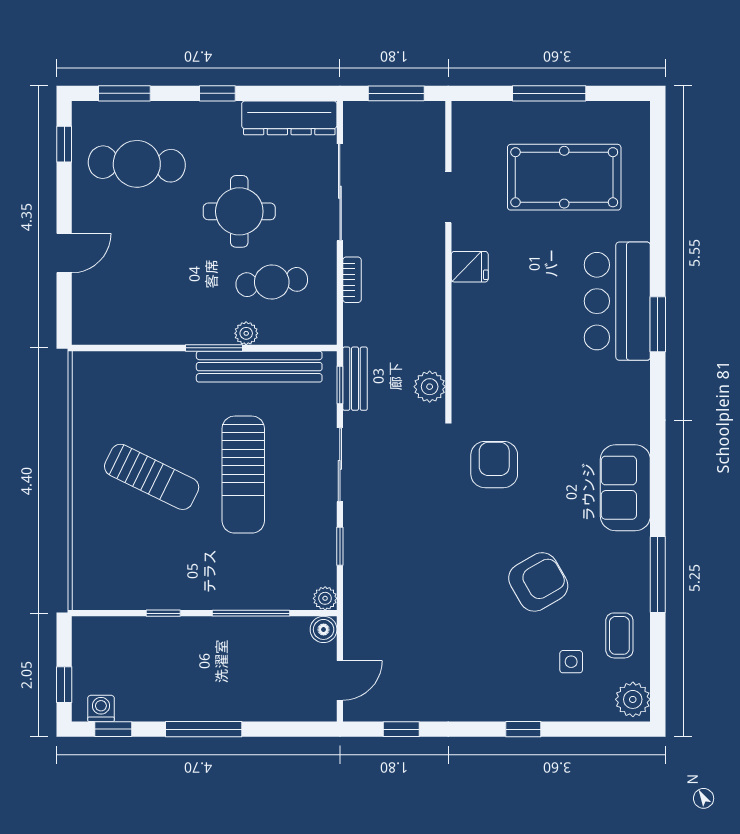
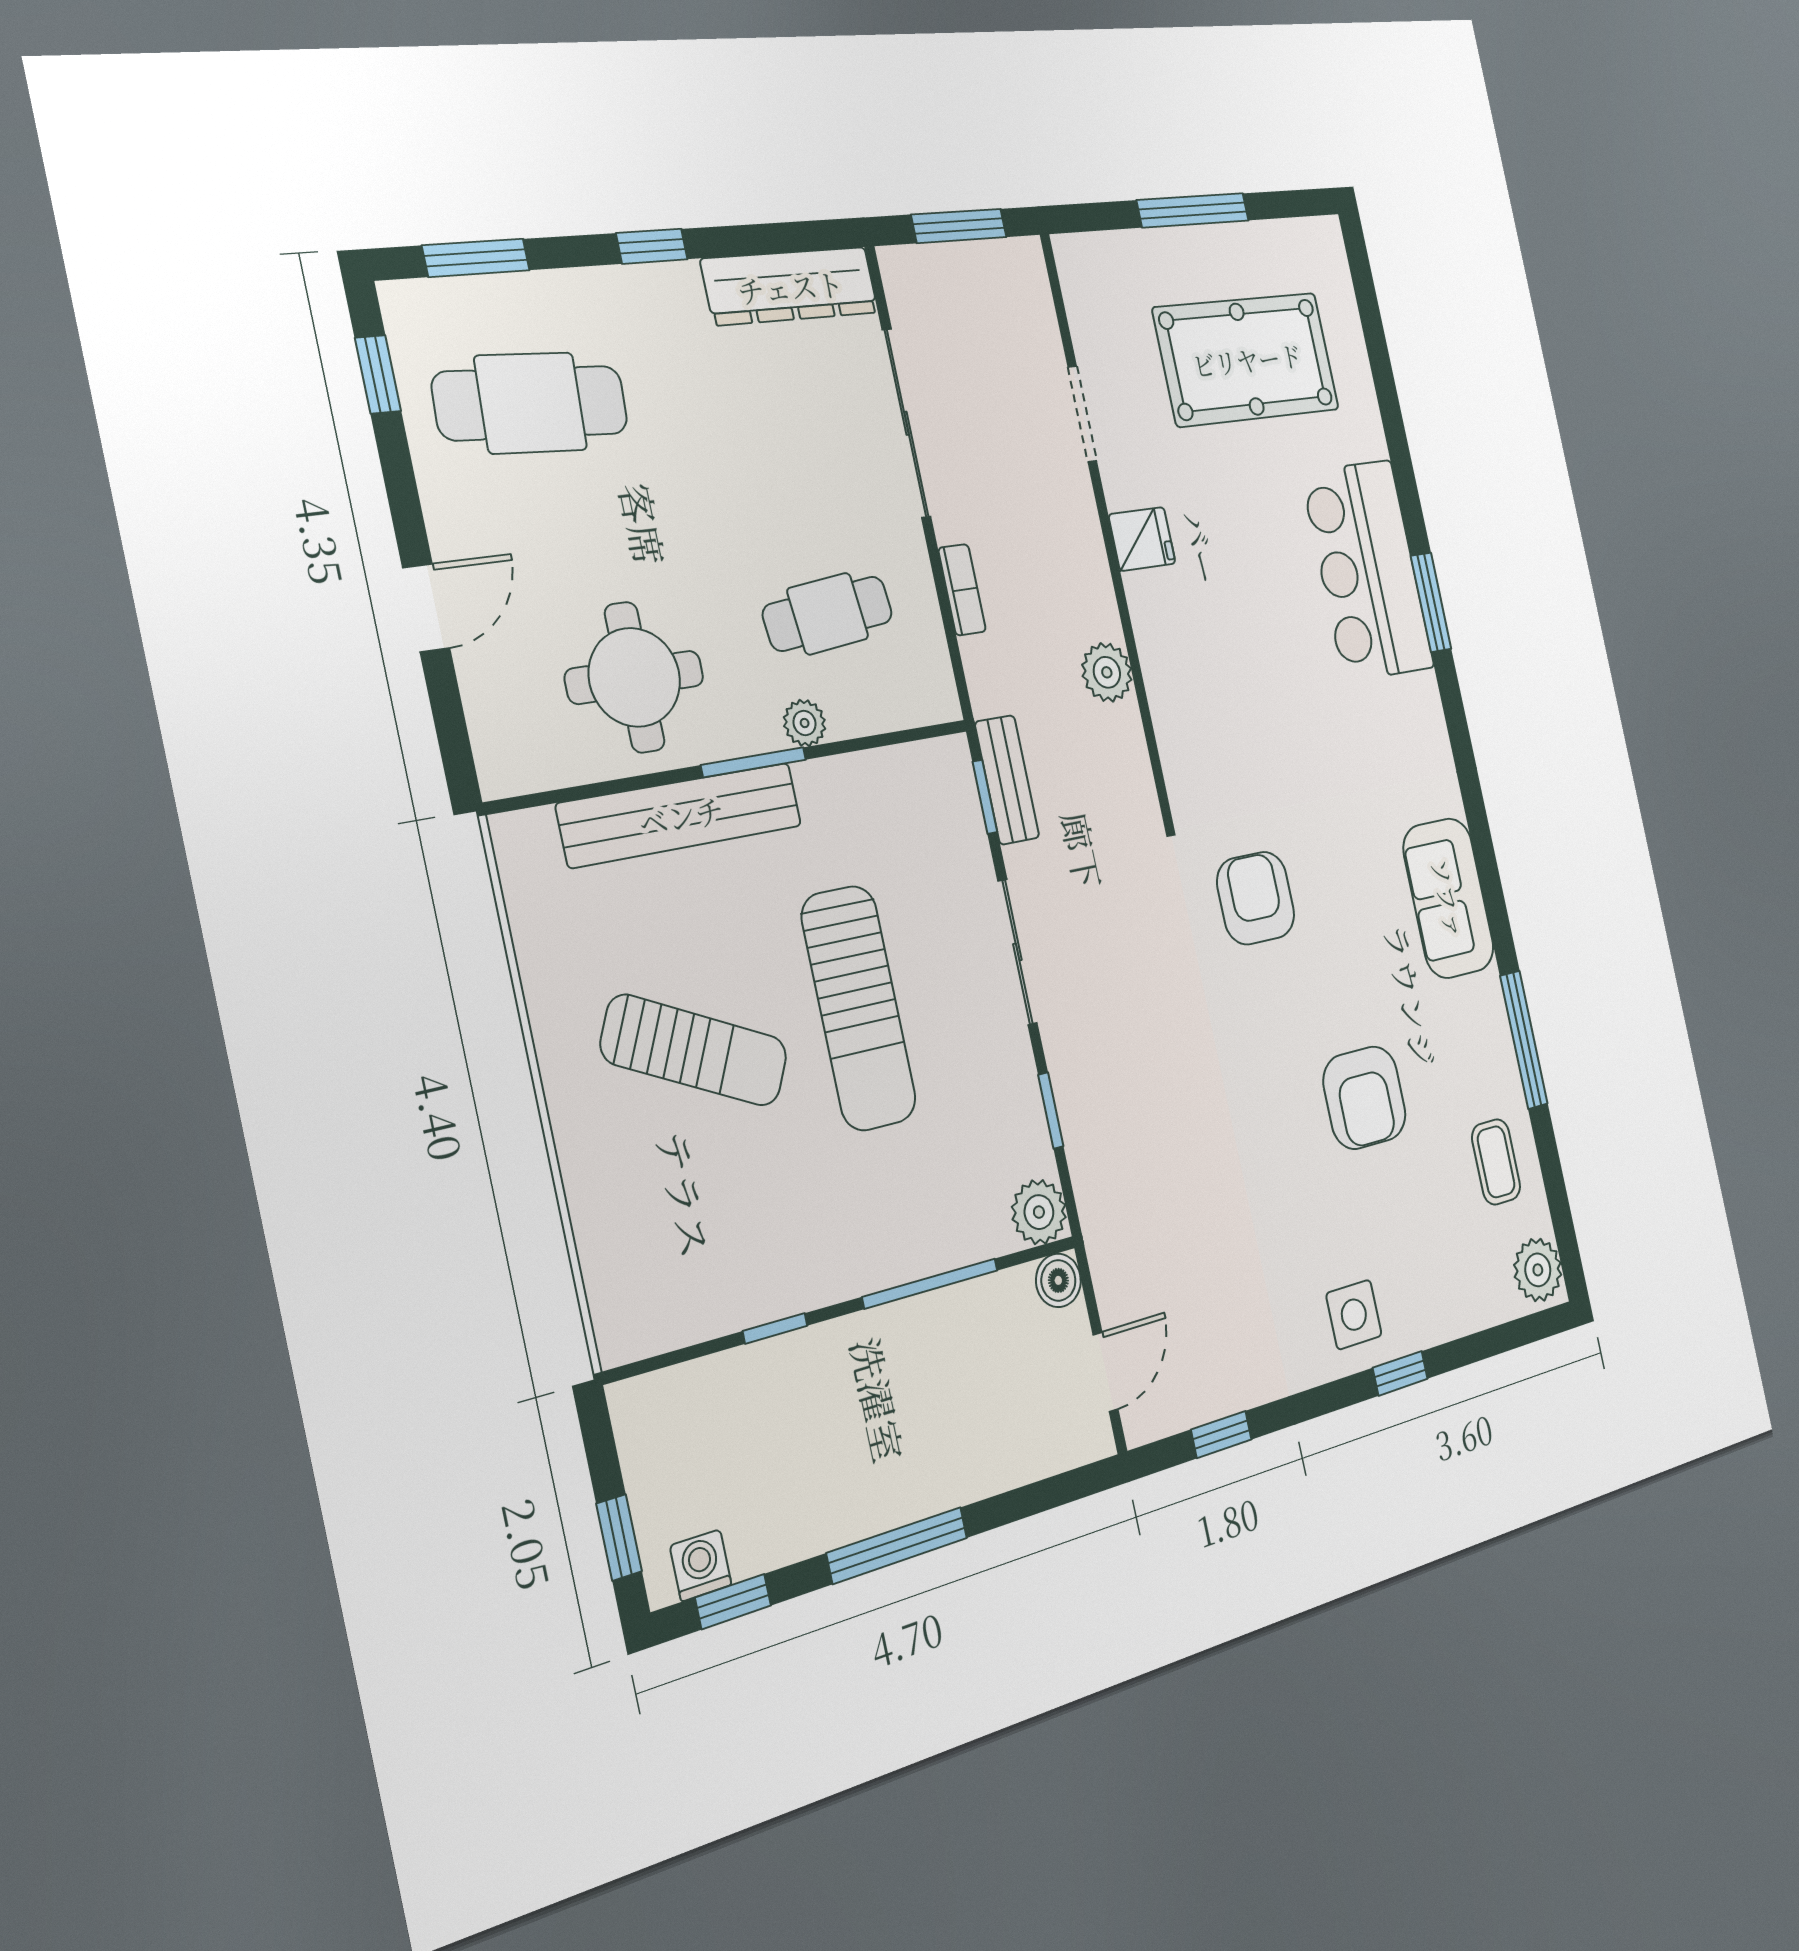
round table: (239, 211) -> (635, 677), moved
bench: (259, 367) -> (681, 815), moved
plant: (430, 387) -> (1107, 672), moved
armchair: (538, 582) -> (1364, 1098), turned 120
plant: (325, 598) -> (1039, 1212), width x1.38, depth x1.38
side table: (571, 662) -> (1354, 1315), moved, width x1.37, depth x1.37

